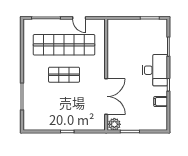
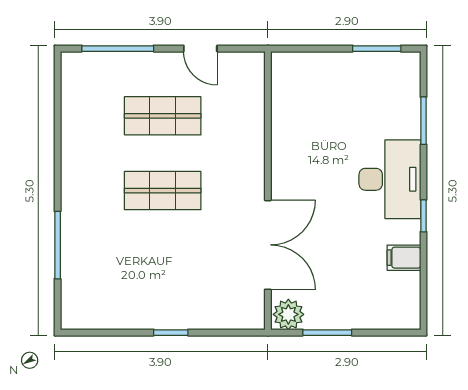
shop shelf: (64, 45) -> (163, 116), width x0.50, depth x0.74

